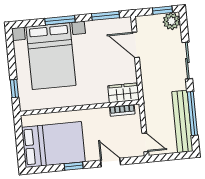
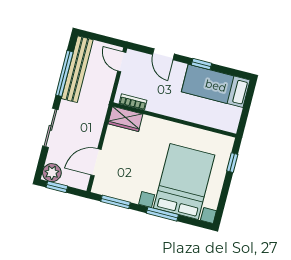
door: (136, 45) -> (96, 162), swing flipped
bed: (53, 145) -> (216, 86), width x0.67

